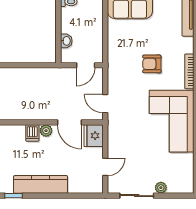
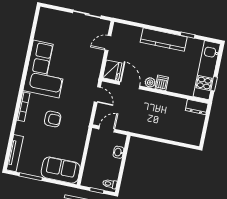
plant: (161, 188) -> (66, 17), removed

